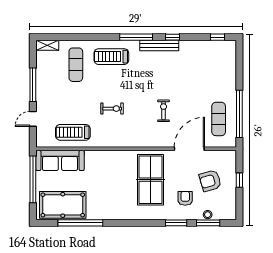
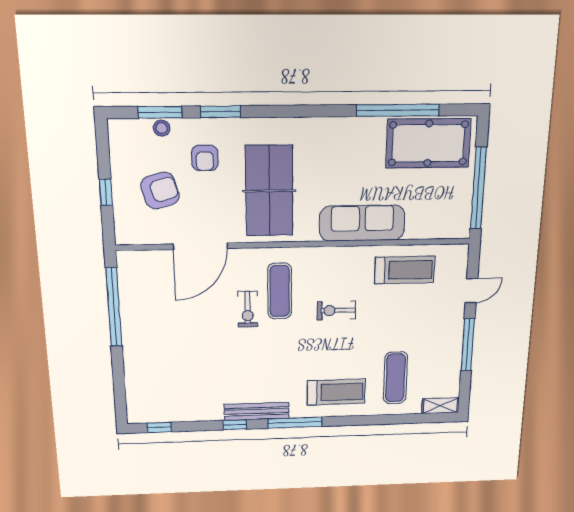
exercise mat: (219, 119) -> (280, 291), moved
sofa: (60, 160) -> (362, 223), moved

